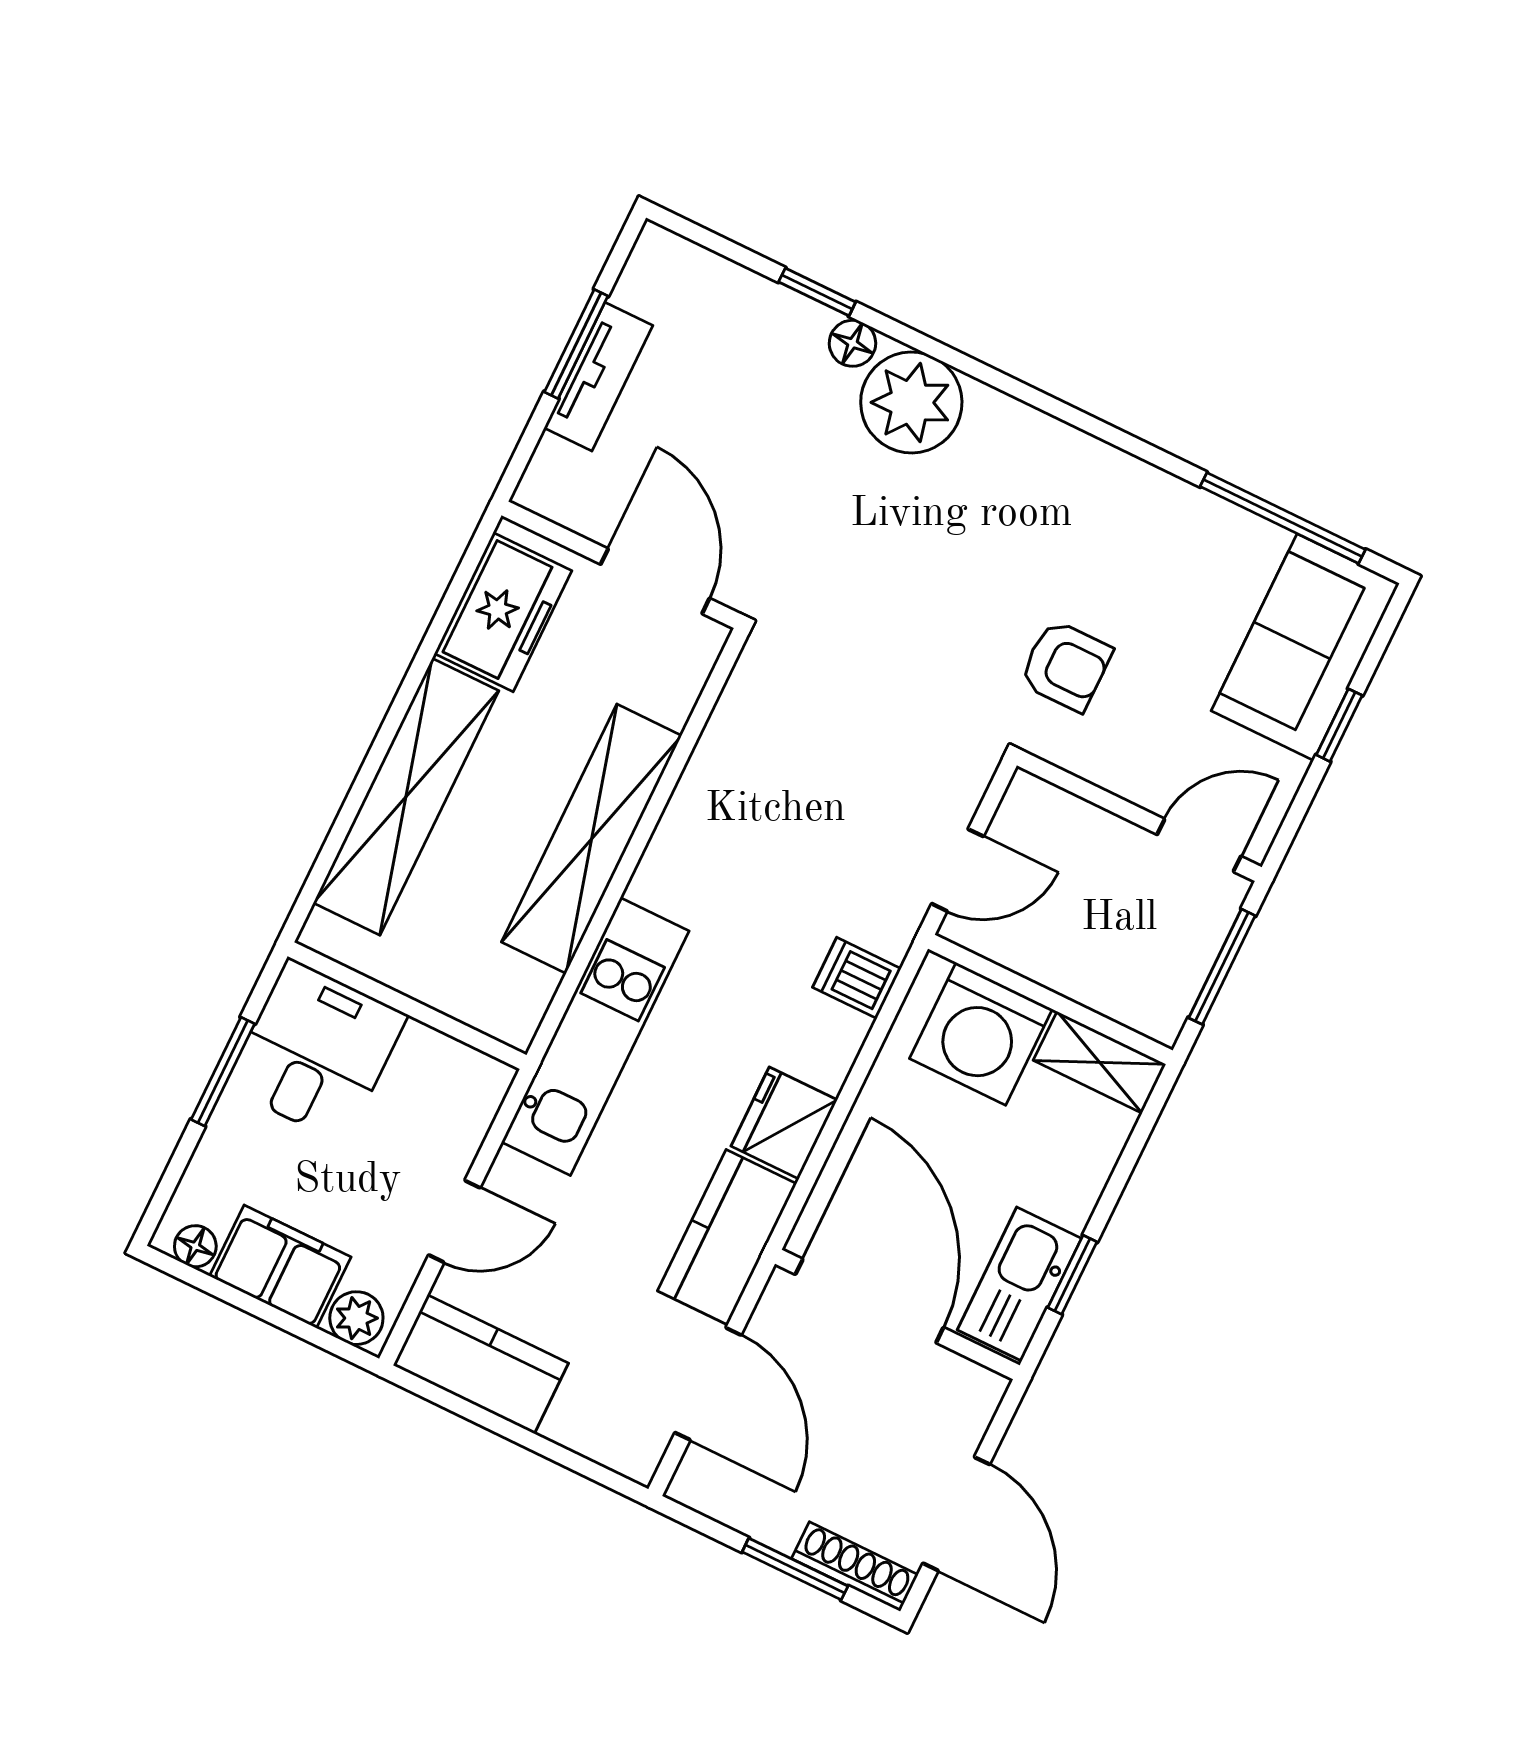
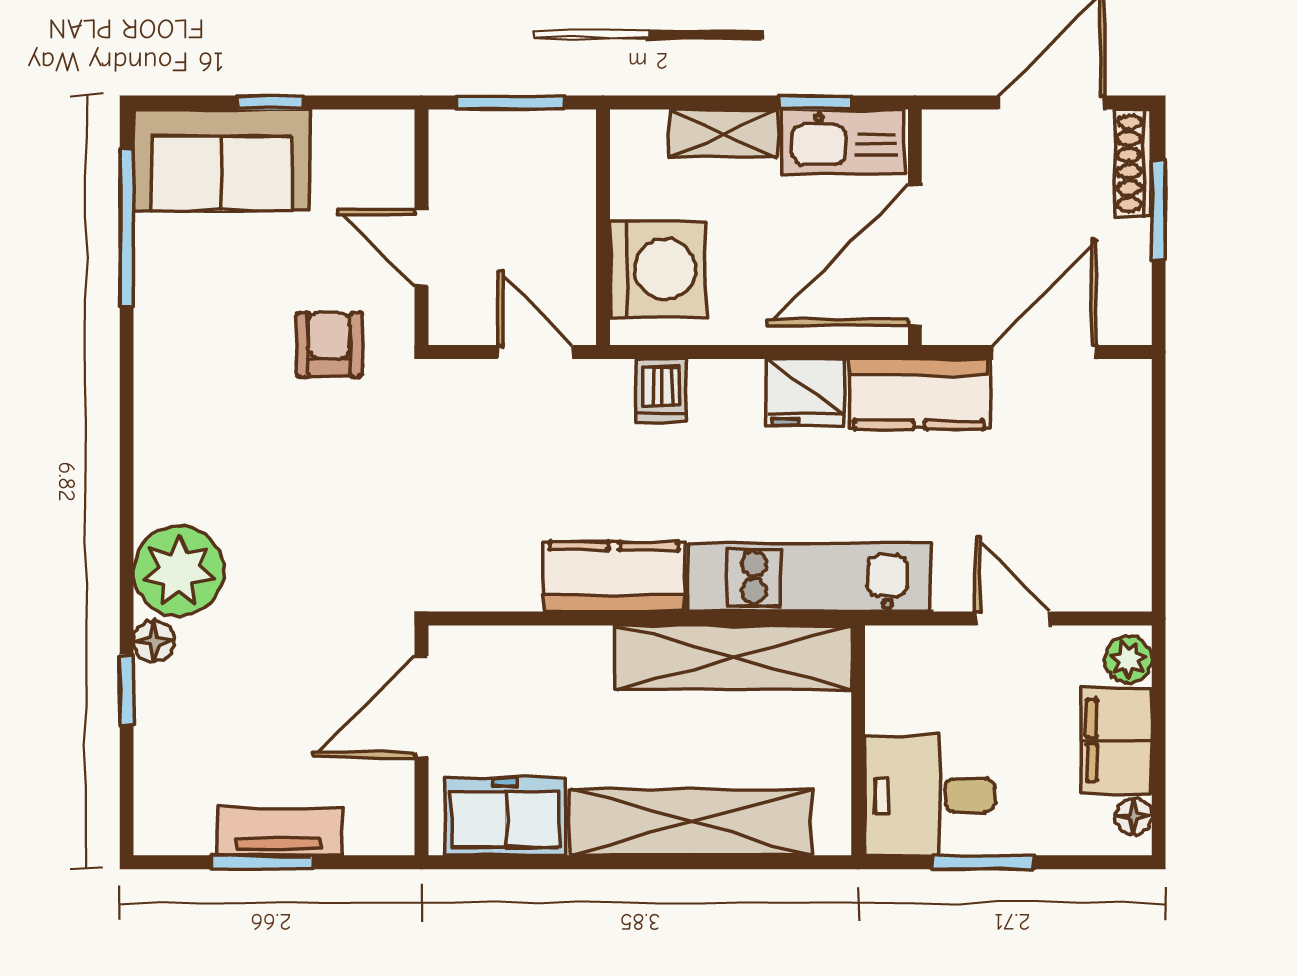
shelving: (592, 839) -> (733, 657), moved
door: (1199, 845) -> (422, 248), moved
shelving: (1100, 1062) -> (724, 134), moved, turned 90
kitchen counter: (481, 1364) -> (614, 577), moved, turned 90

